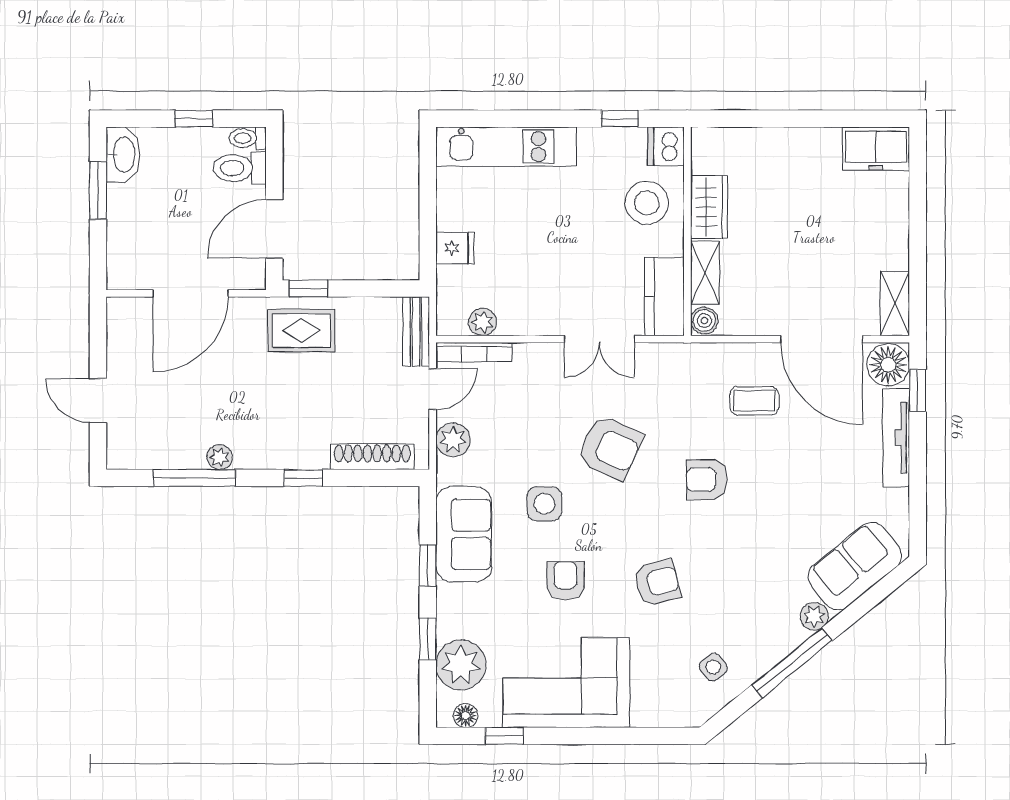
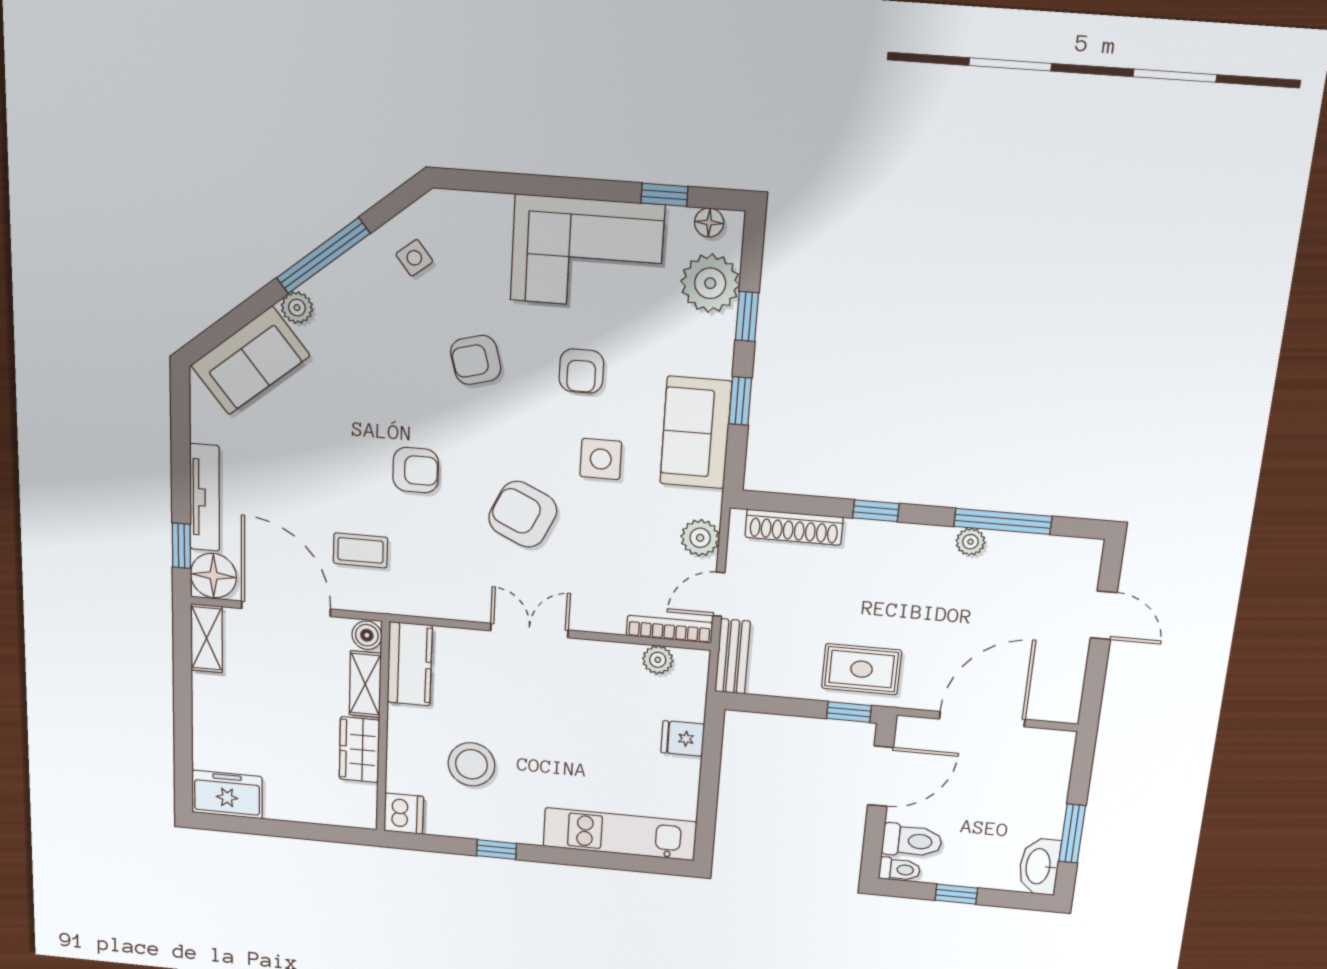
dishwasher: (666, 146) -> (404, 814), moved
wardrobe: (709, 207) -> (359, 750), moved
wall: (687, 231) -> (383, 728), moved
shelving: (705, 273) -> (365, 684), moved
kitchen counter: (664, 296) -> (410, 664), moved
boiler: (704, 321) -> (367, 635), moved

